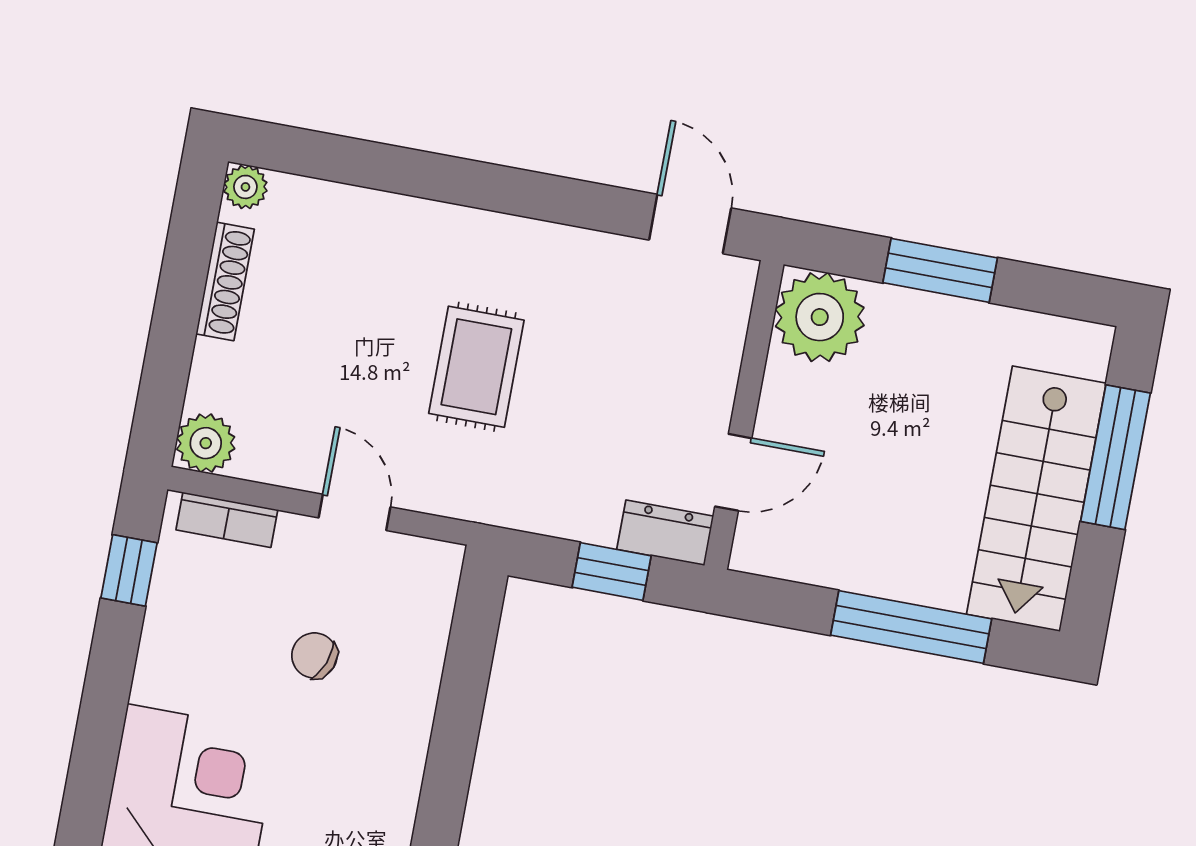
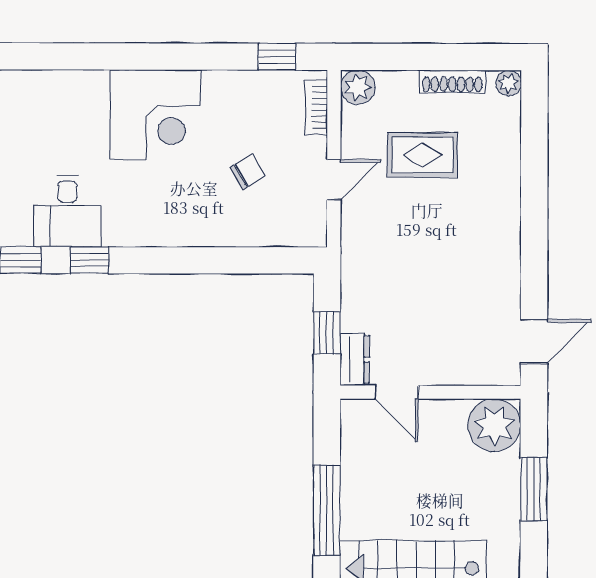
rug: (476, 367) -> (423, 155), moved
chair: (314, 656) -> (248, 172), turned 38

